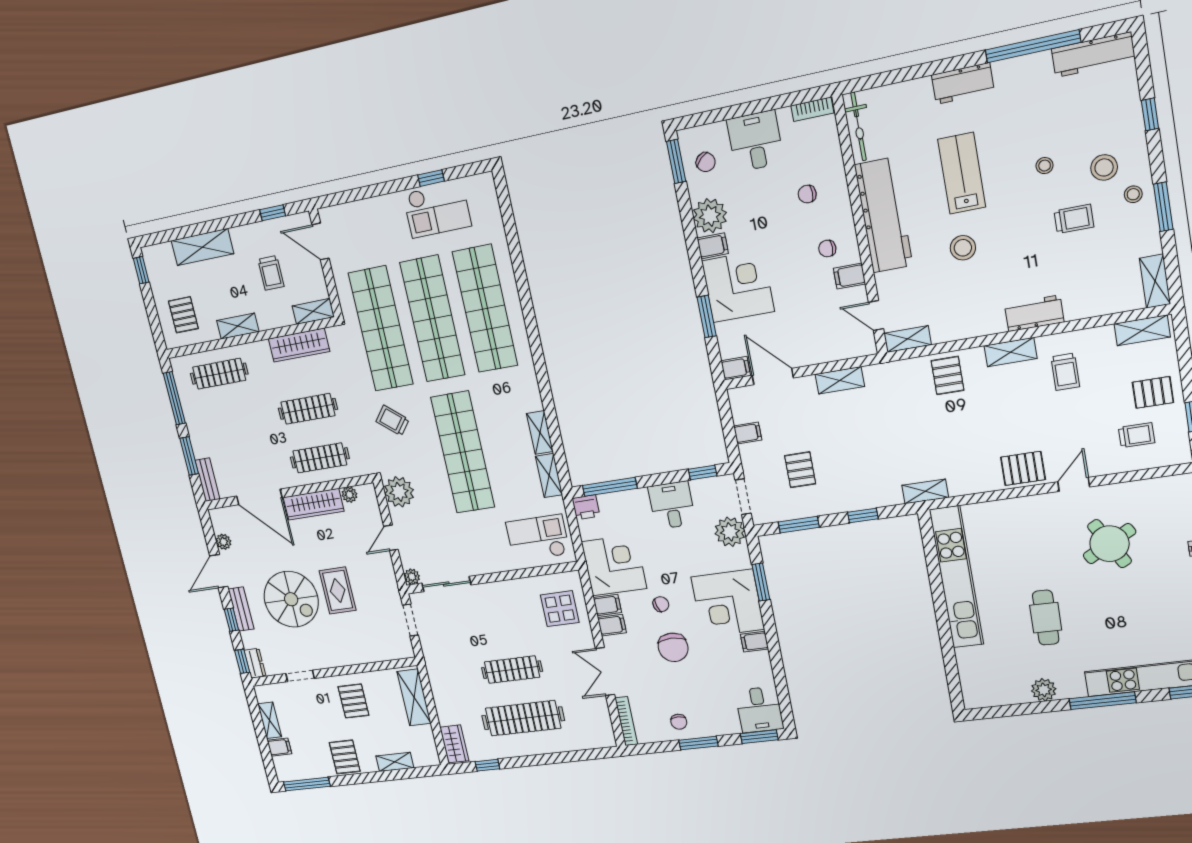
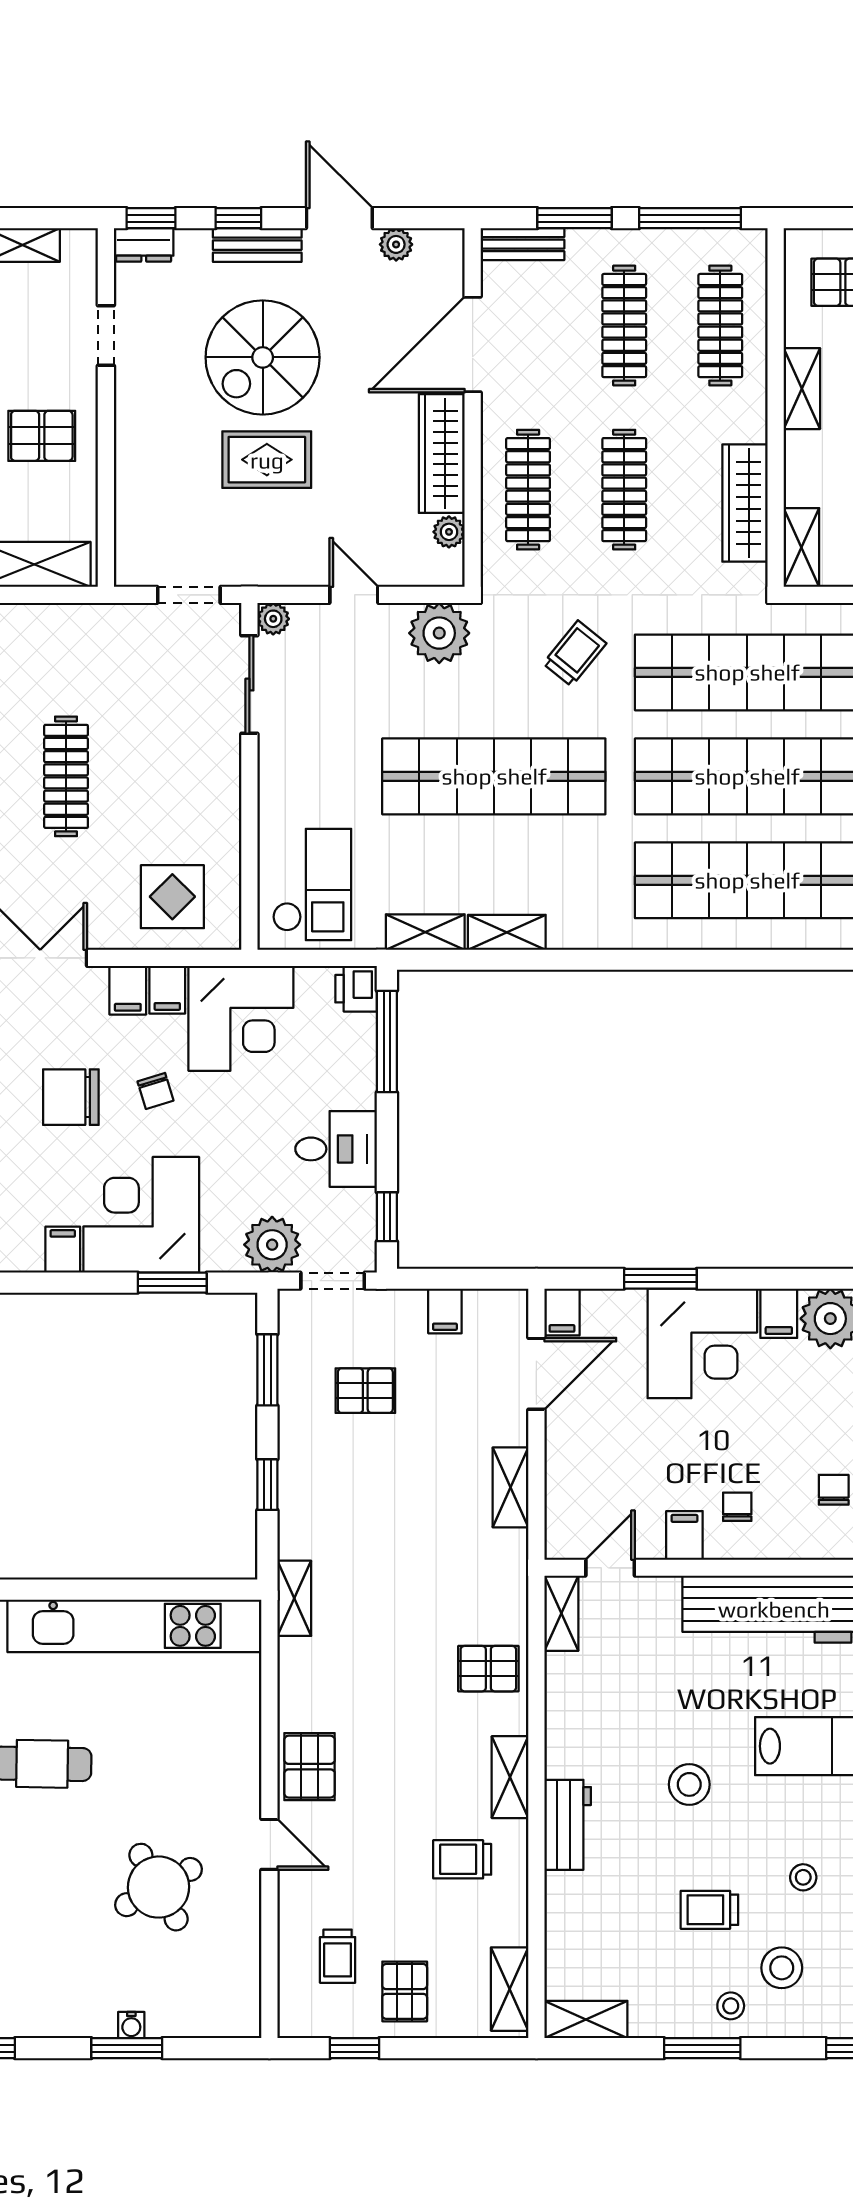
trolley: (1074, 219) -> (709, 1910), turned 90
stool: (963, 248) -> (689, 1784), moved
clothes rail: (231, 422) -> (624, 326), added

